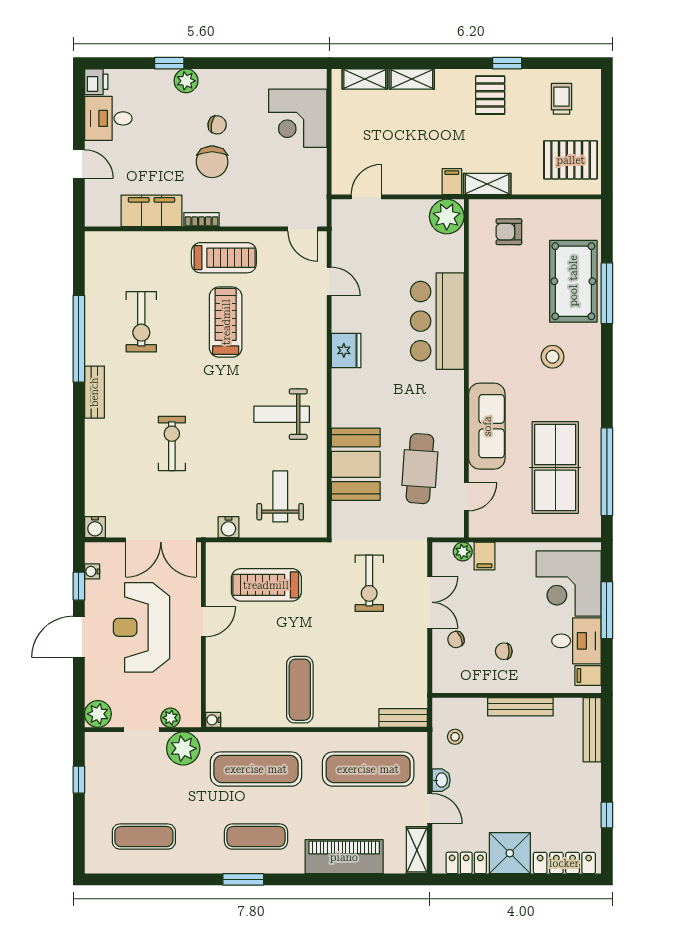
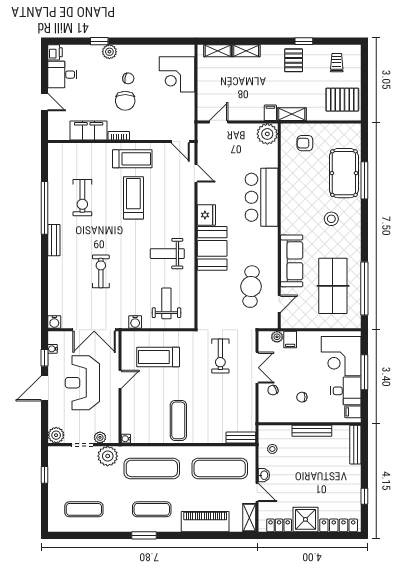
booth: (356, 464) -> (212, 248), moved

